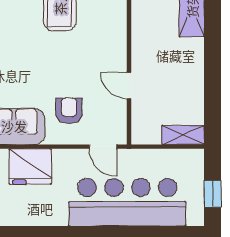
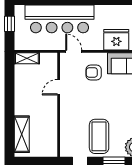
door: (129, 86) -> (59, 87), swing flipped
armchair: (69, 111) -> (94, 72), turned 90

